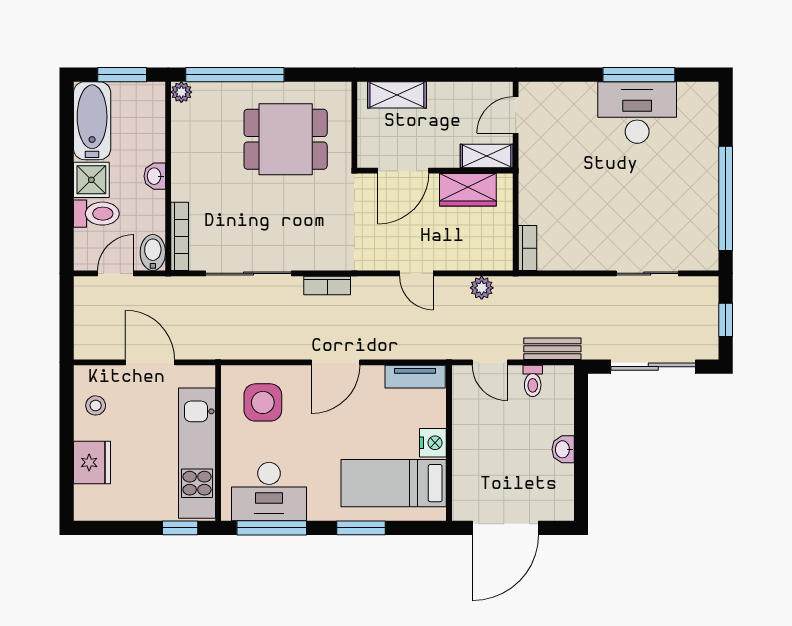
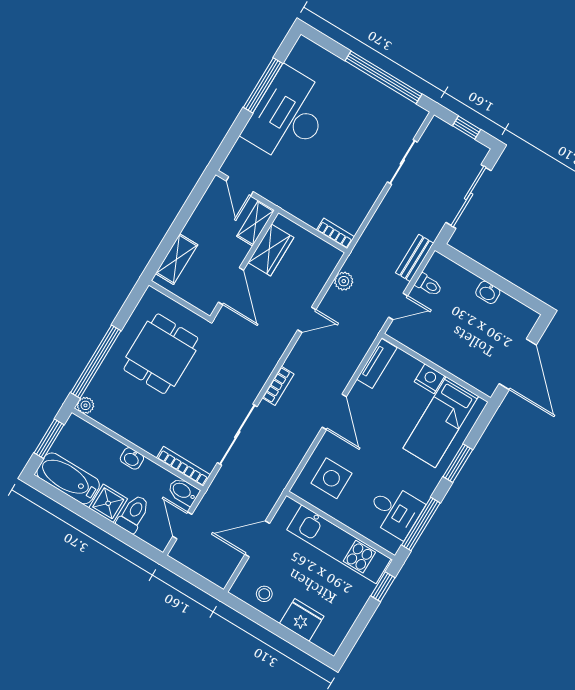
desk: (637, 113) -> (289, 116), width x1.36, depth x1.30
desk: (269, 492) -> (395, 511), width x0.73

